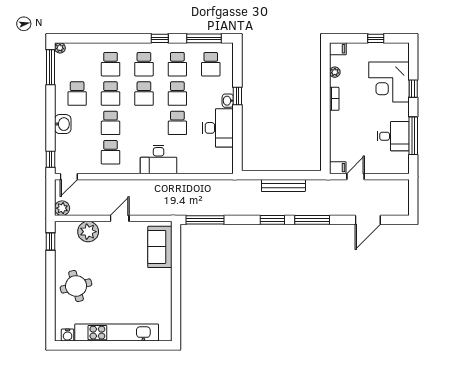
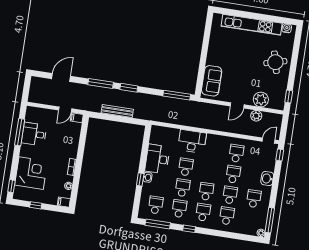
window: (413, 89) -> (11, 186), moved
desk: (159, 159) -> (192, 141), moved
plant: (62, 208) -> (256, 116), moved

